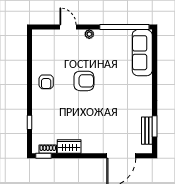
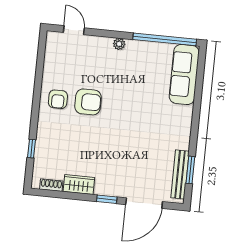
door: (68, 27) -> (74, 30), moved
armchair: (84, 81) -> (88, 102), moved
bench: (147, 131) -> (180, 174), width x1.36
window: (44, 156) -> (107, 199), moved

